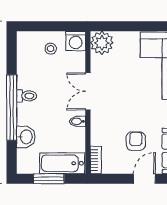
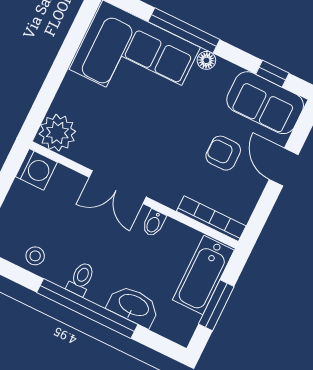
stool: (51, 49) -> (35, 256), moved
washbasin: (26, 137) -> (133, 306), width x1.38
bookcase: (96, 160) -> (211, 219), width x1.56

